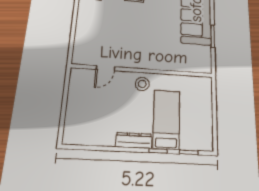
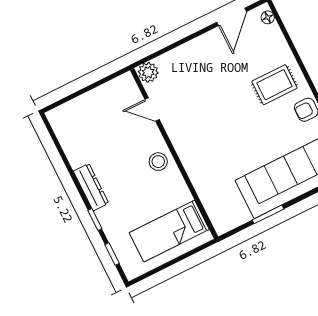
plant: (80, 57) -> (148, 72), added
bed: (166, 119) -> (169, 231), moved, turned 180

